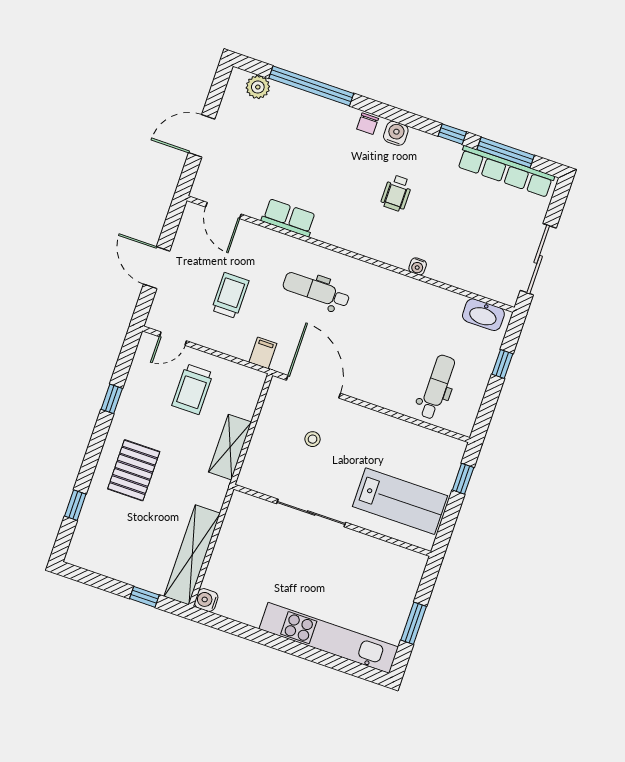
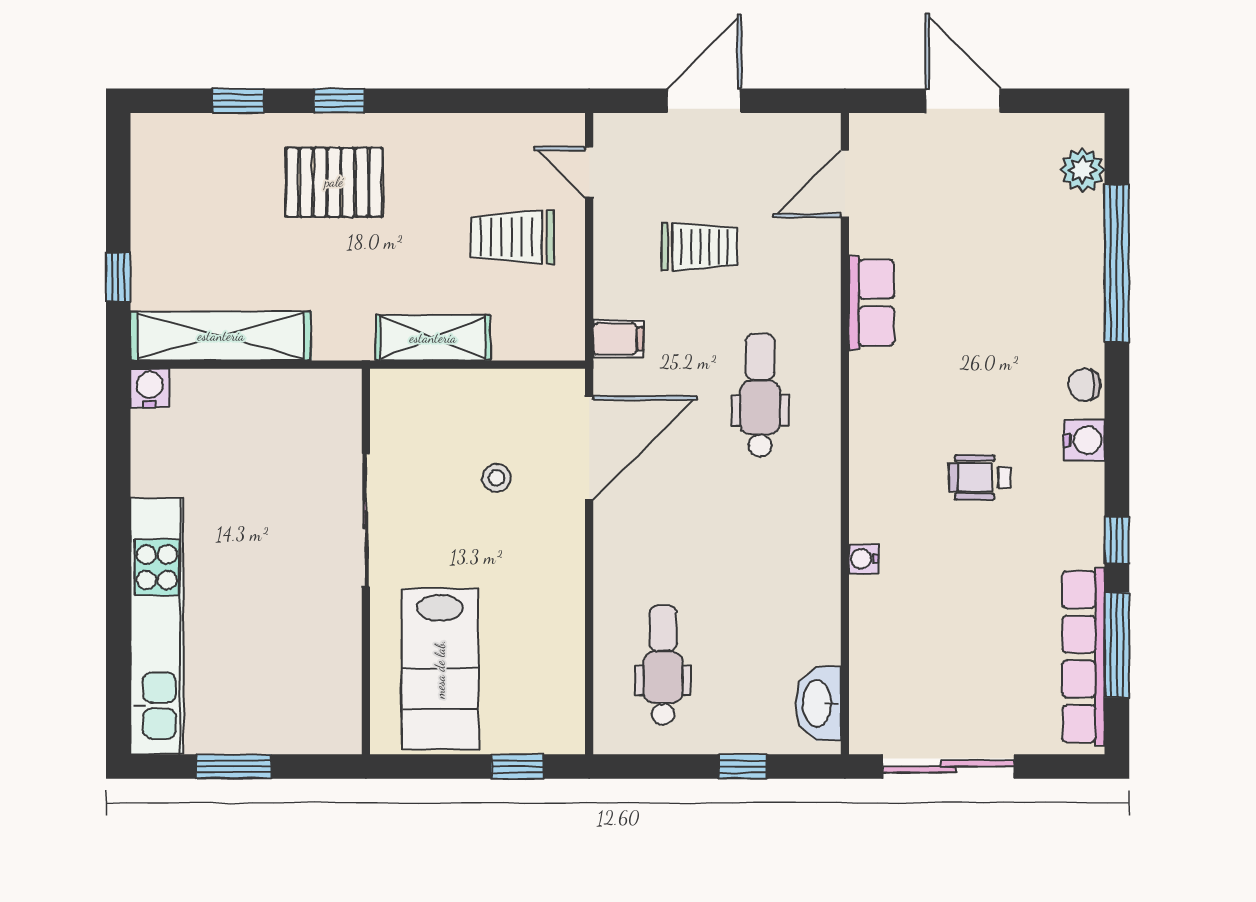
dental chair: (437, 387) -> (663, 665), turned -90
window: (112, 399) -> (339, 101), moved

